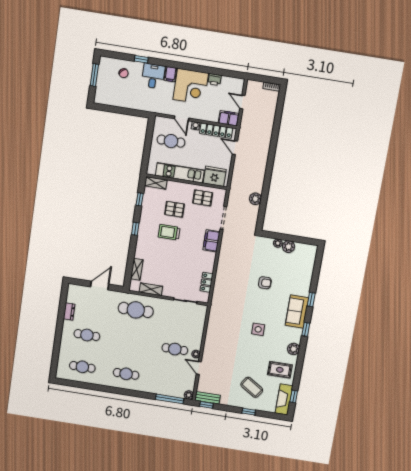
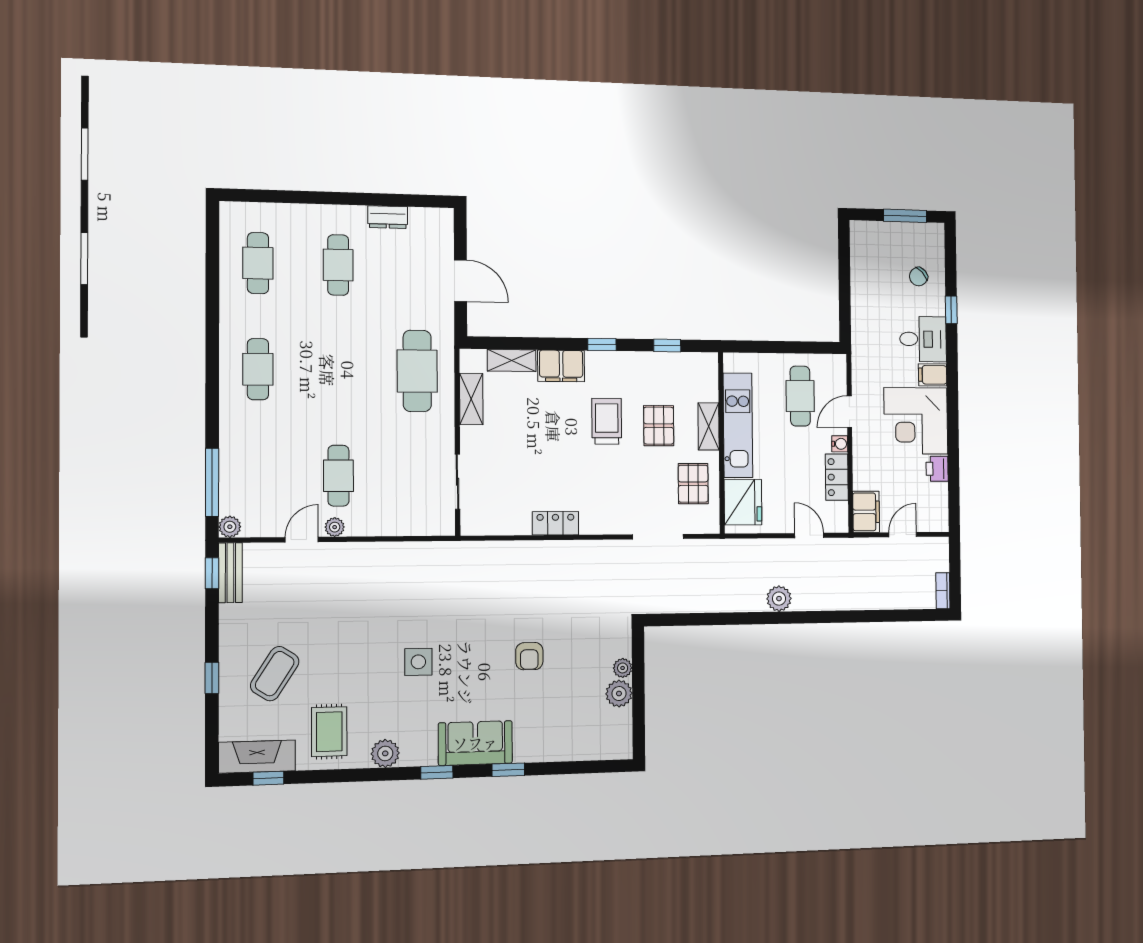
locker: (216, 131) -> (837, 477), width x0.66
door: (235, 148) -> (809, 535), hinge flipped
shelving: (156, 183) -> (709, 426), moved
plant: (255, 199) -> (779, 599), moved
filing cabinet: (211, 241) -> (561, 366), moved, turned 180
locker: (207, 282) -> (555, 523), moved

